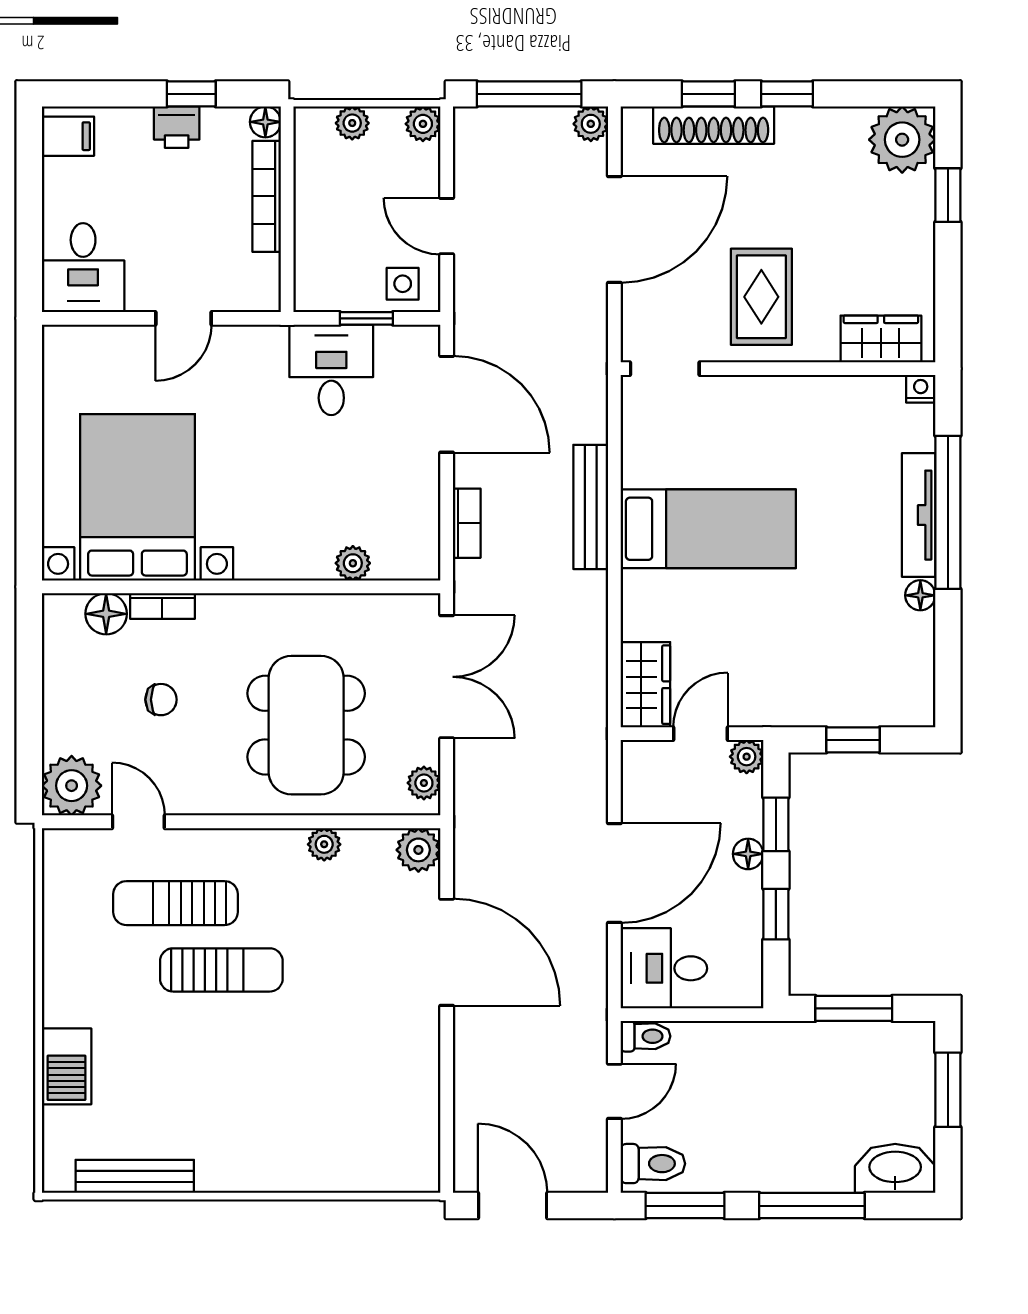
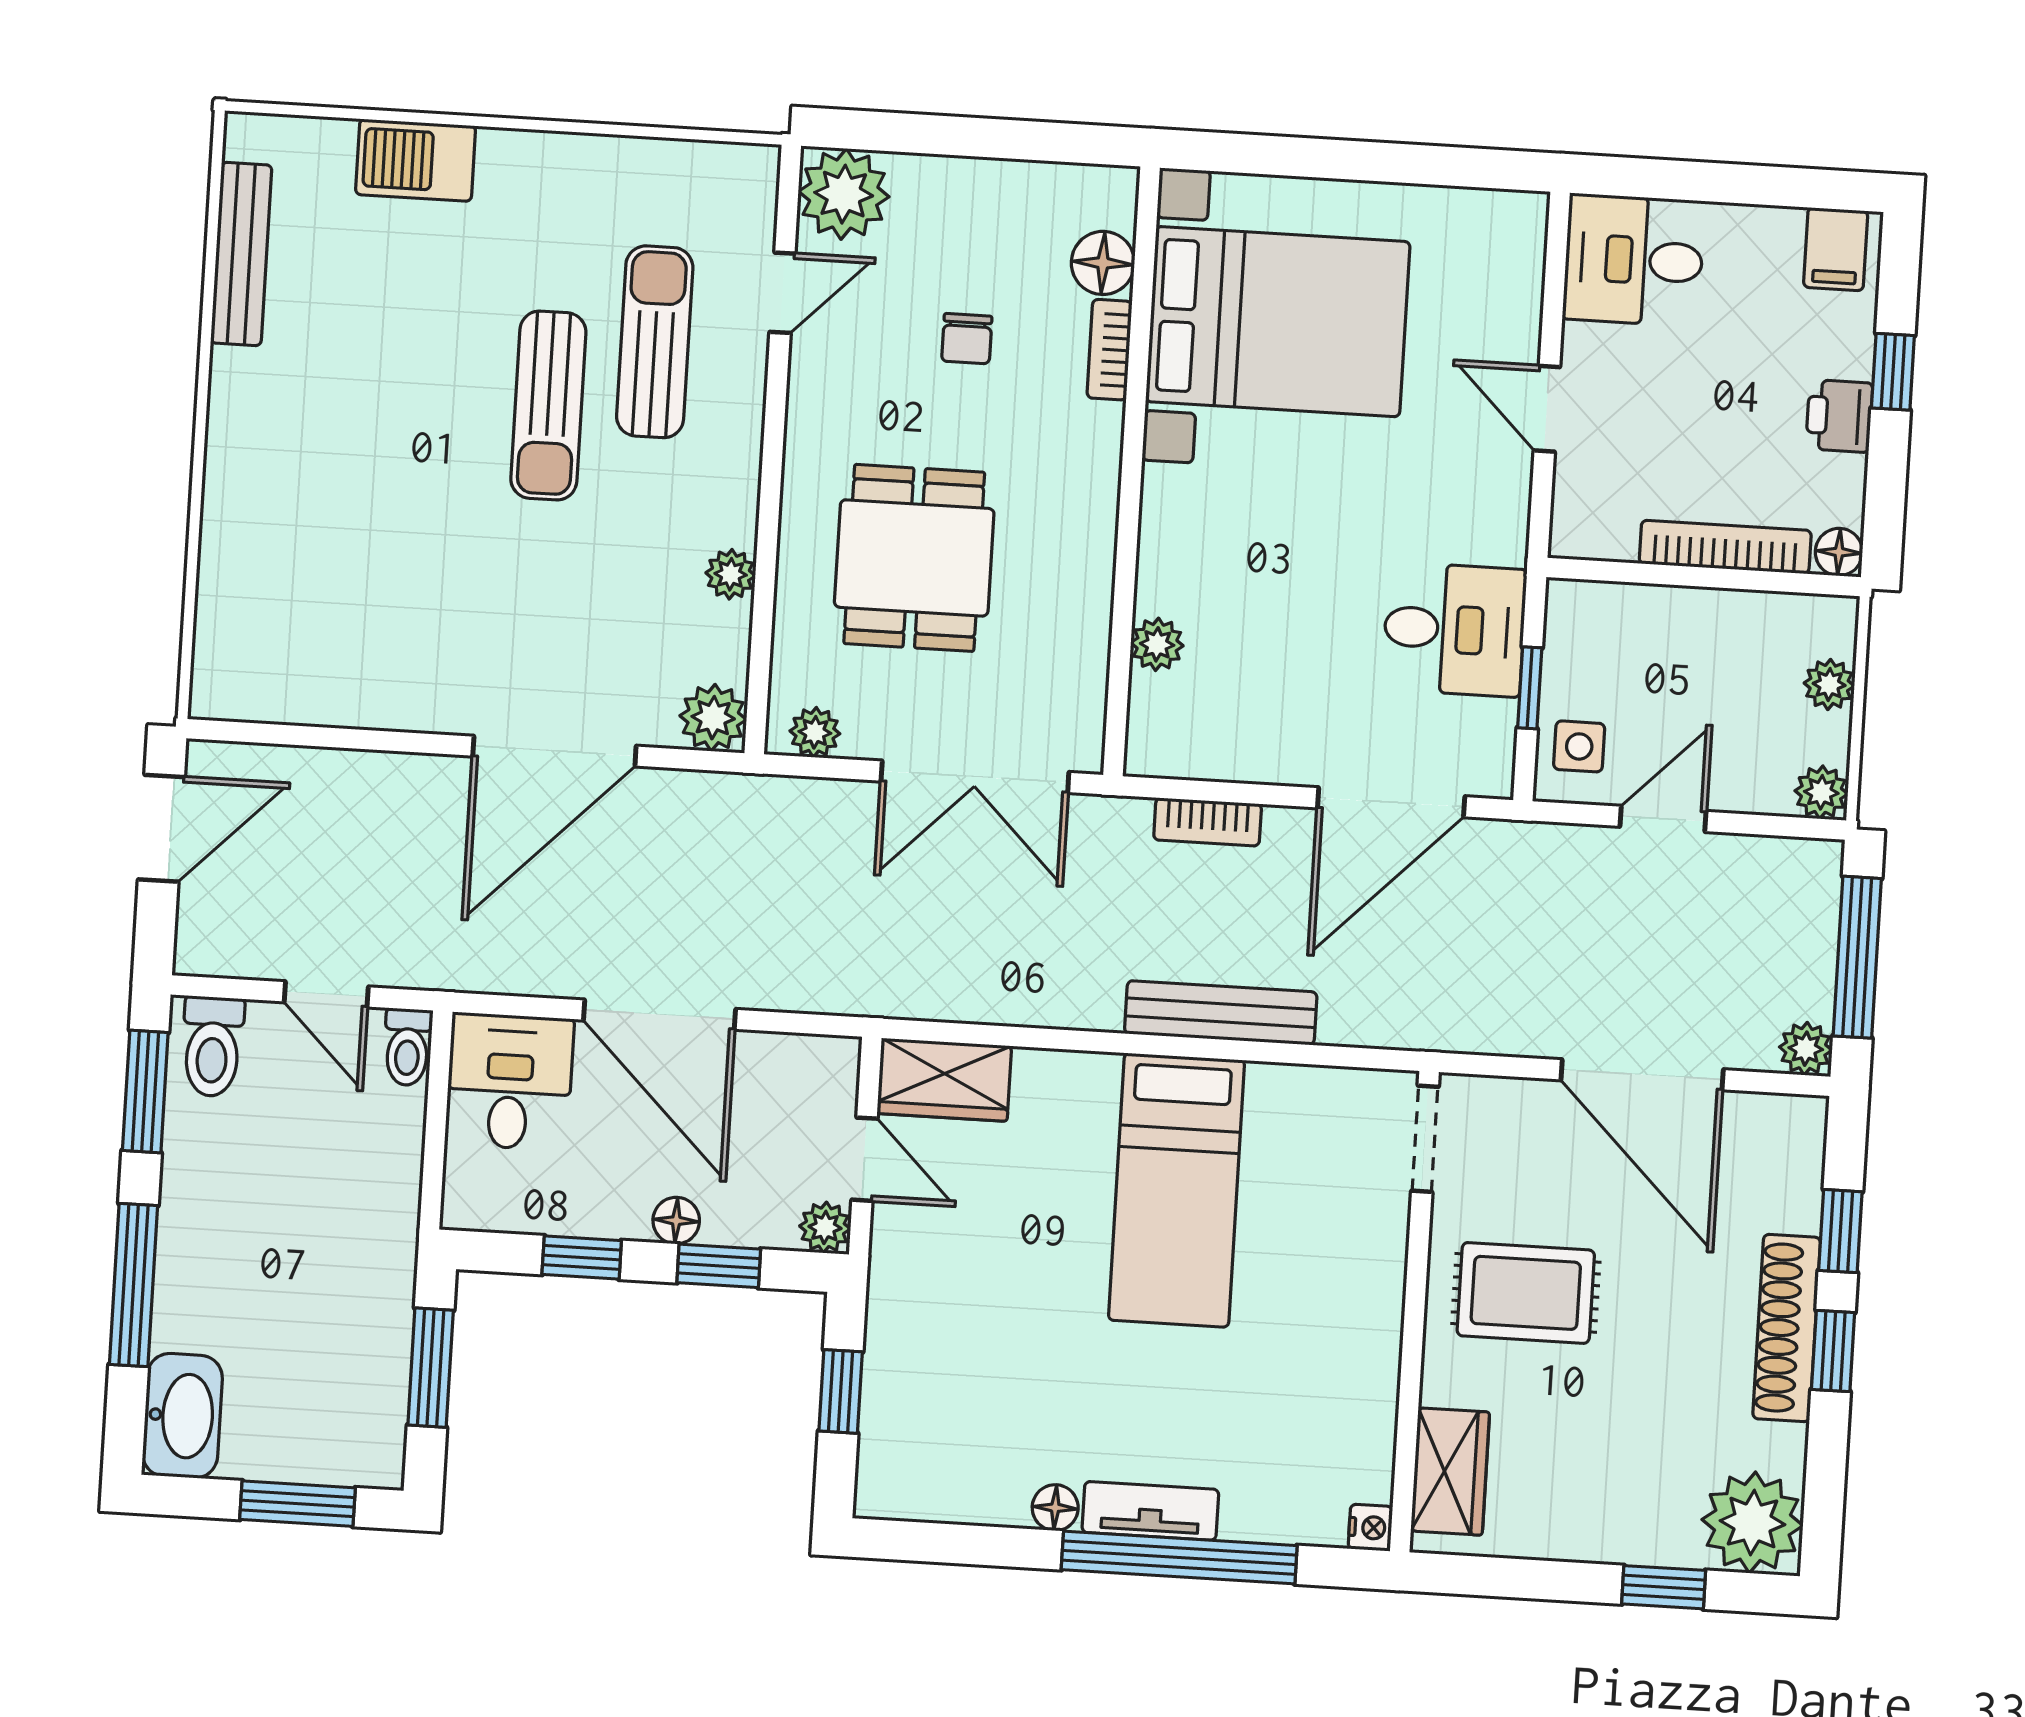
window: (191, 94) -> (1893, 372), moved
shoe rack: (714, 125) -> (1787, 1328), moved
tv unit: (919, 515) -> (1150, 1511), width x0.71
dining table: (306, 725) -> (914, 558), width x0.73

